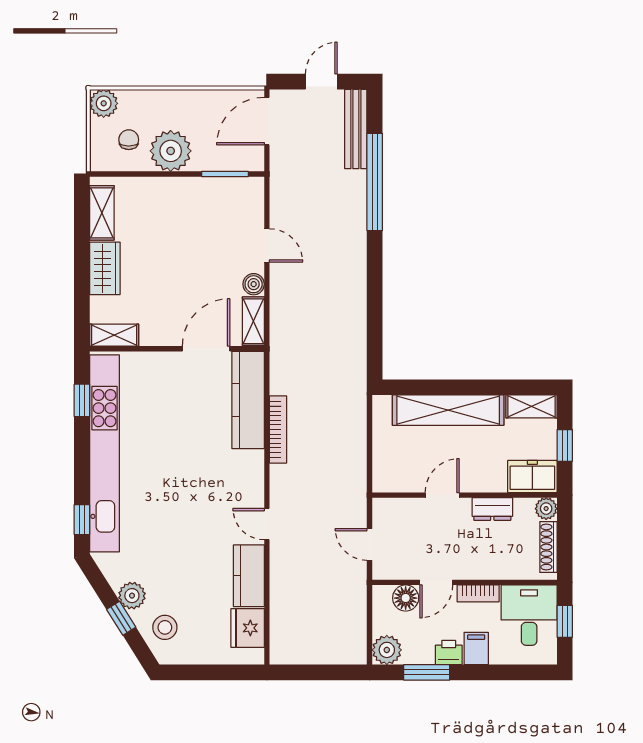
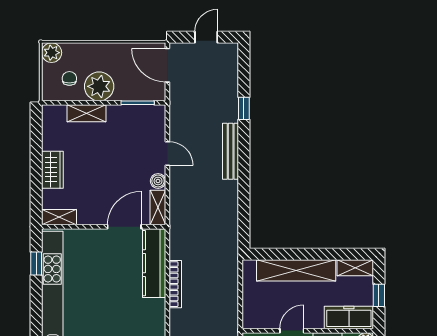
door: (267, 121) -> (167, 65), hinge flipped
bench: (356, 129) -> (231, 151), moved
window: (375, 182) -> (244, 108), width x0.32
shelving: (102, 213) -> (86, 113), moved, turned 90
freezer: (532, 476) -> (349, 317), width x1.40

